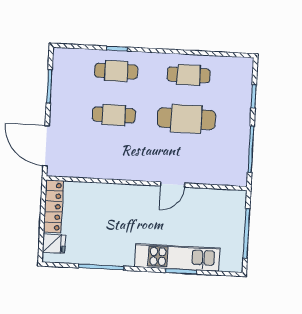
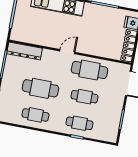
cafe table: (112, 159) -> (90, 70), added
dresser: (220, 175) -> (25, 51), added
door: (173, 185) -> (67, 52), moved

